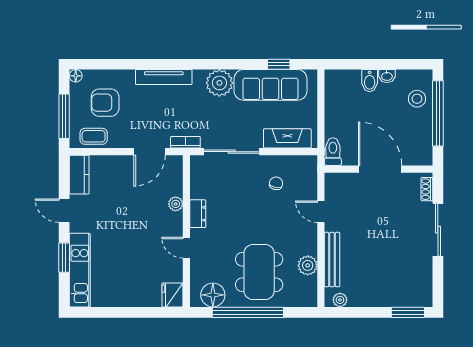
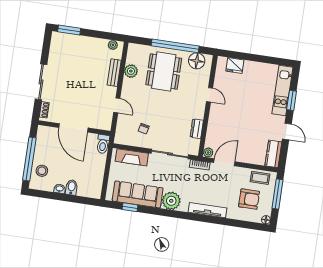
plant: (176, 204) -> (208, 152), moved
dresser: (198, 214) -> (197, 129), moved
bench: (332, 260) -> (114, 73), width x0.73
fridge: (172, 295) -> (235, 65), moved, turned 90

